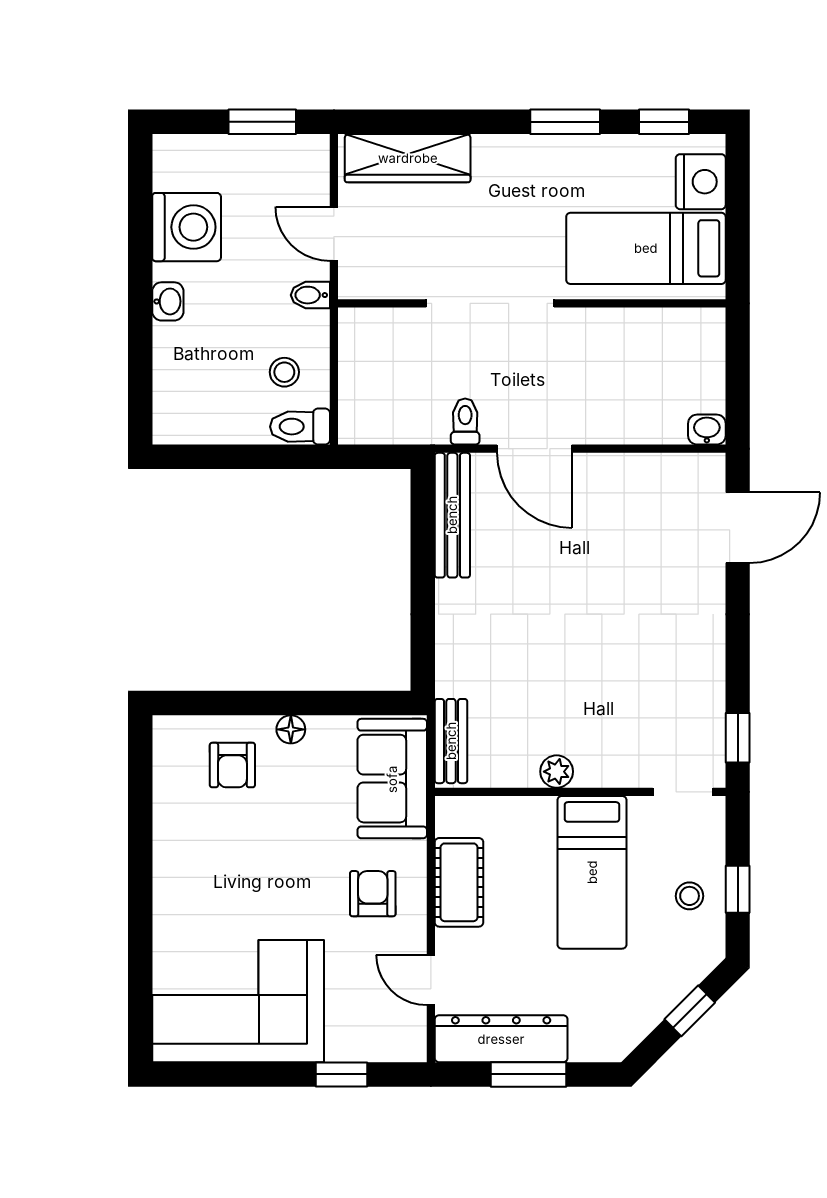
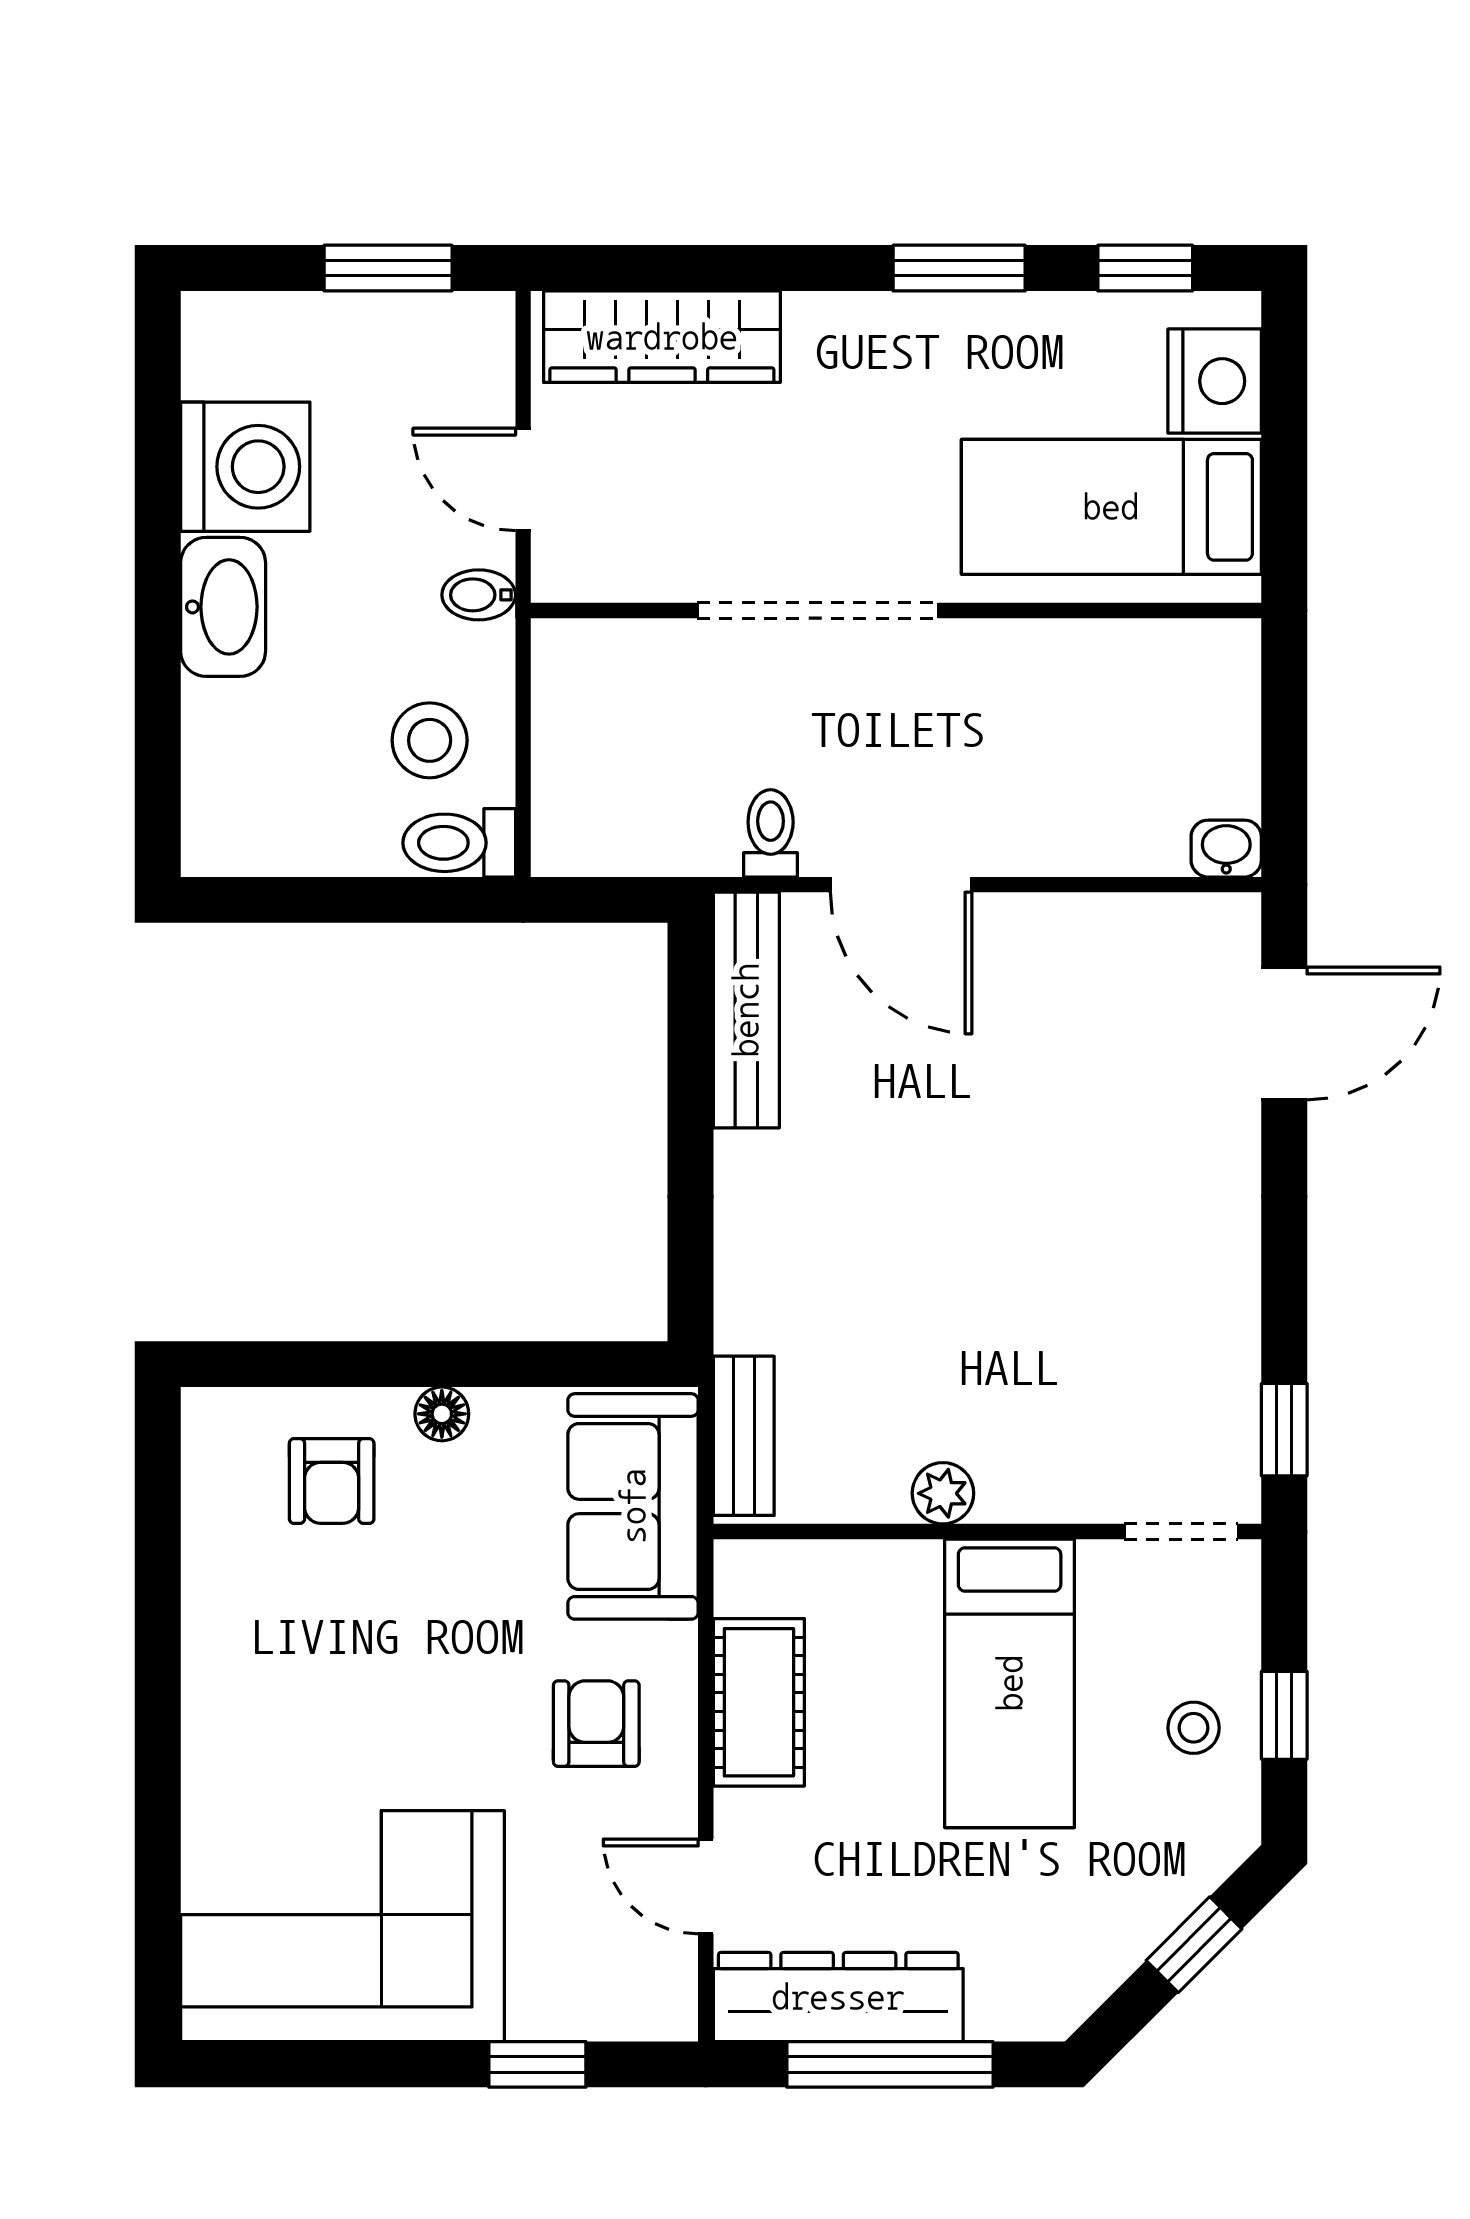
washbasin: (168, 301) -> (223, 607), width x1.91, depth x1.45
stool: (284, 372) -> (430, 740), width x1.37, depth x1.37
window: (528, 1074) -> (890, 2064), width x1.44

